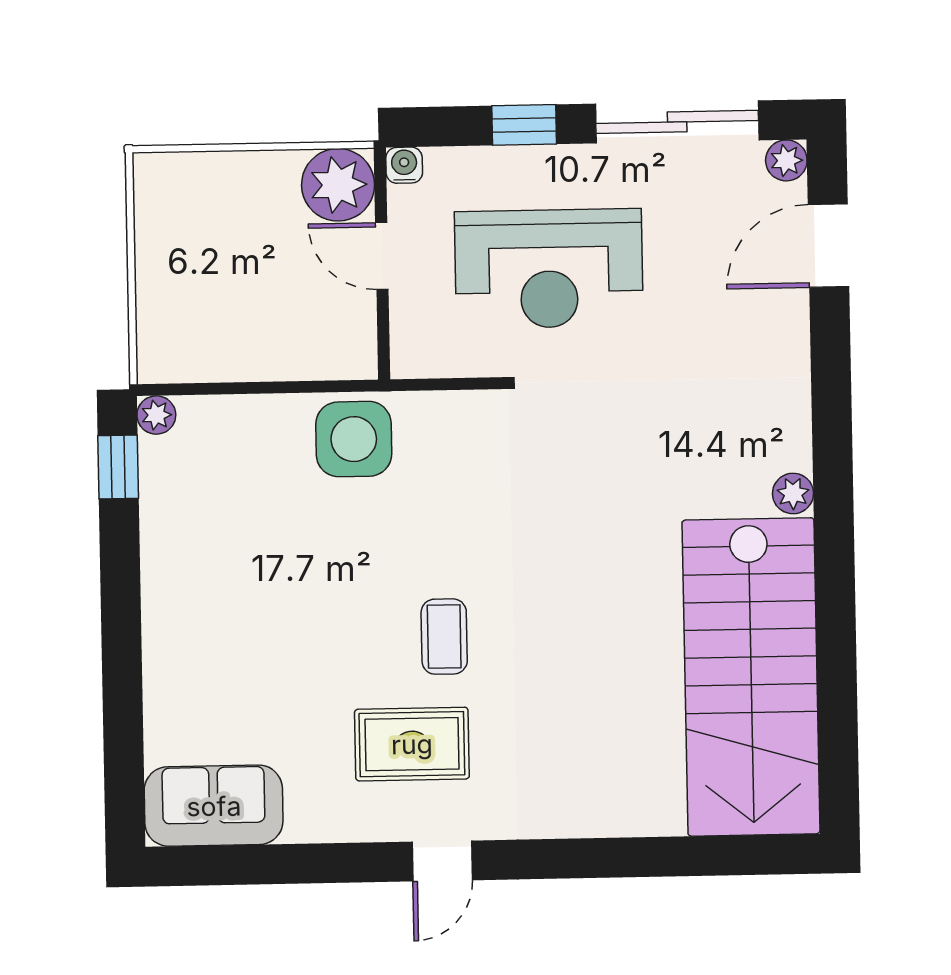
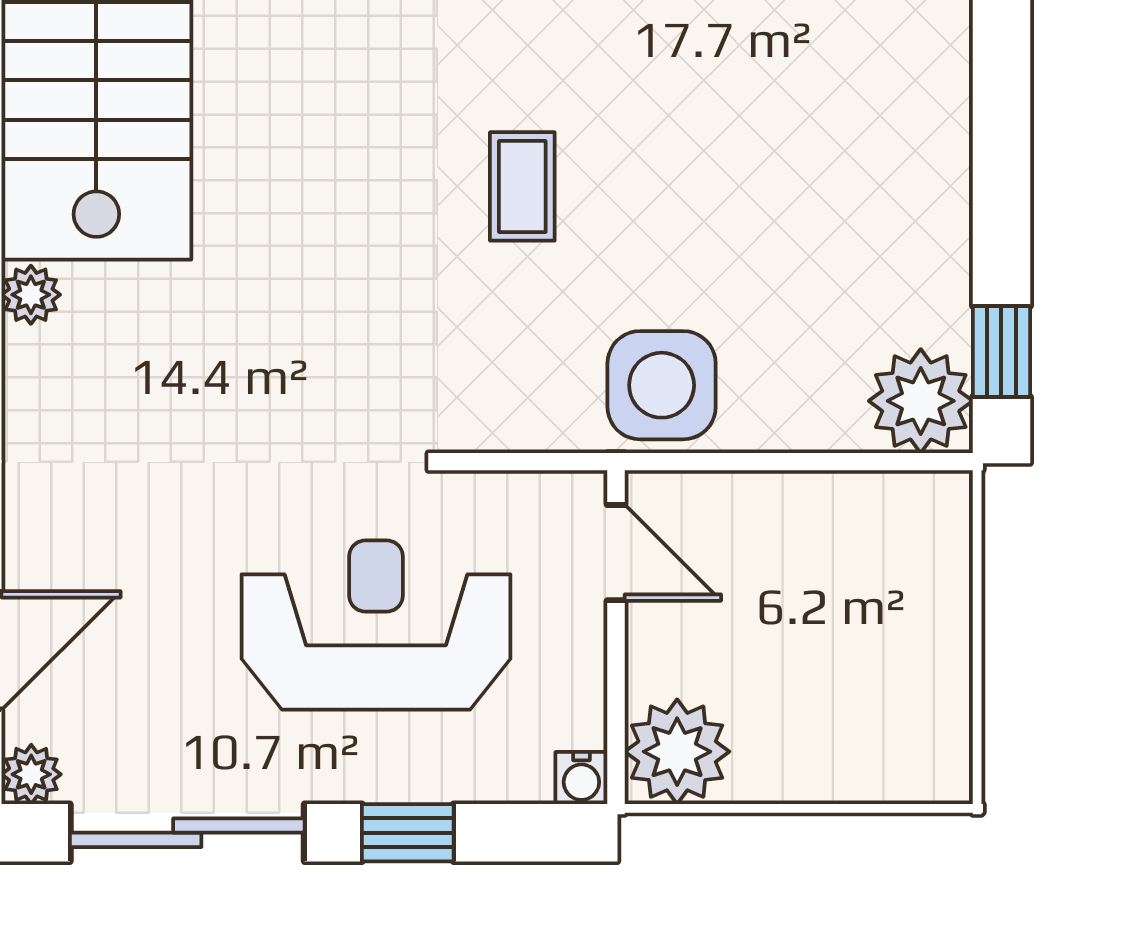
door: (382, 256) -> (616, 553), moved
plant: (156, 415) -> (921, 401), width x1.87, depth x1.87
coffee table: (444, 637) -> (522, 186), moved

